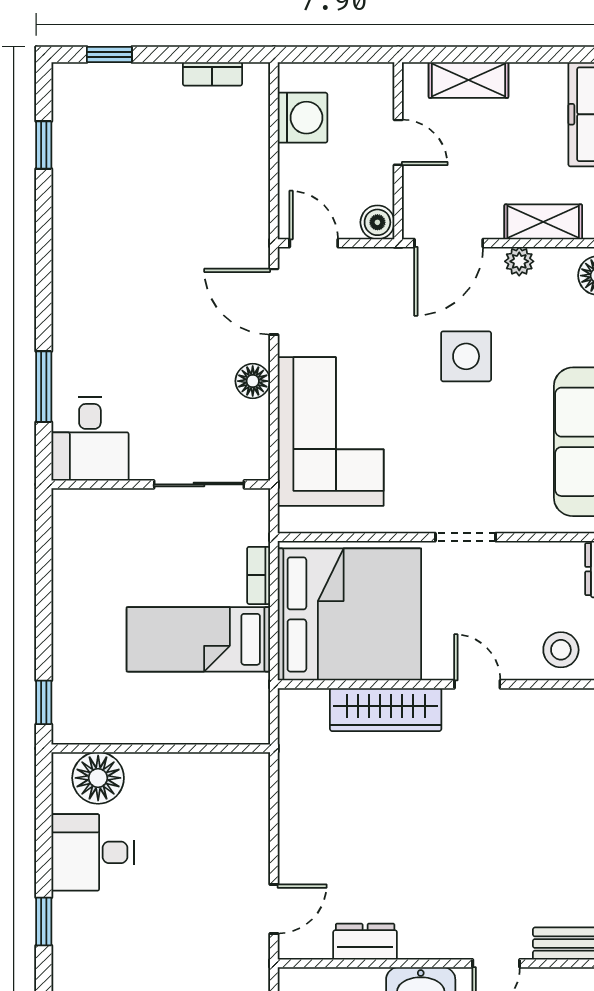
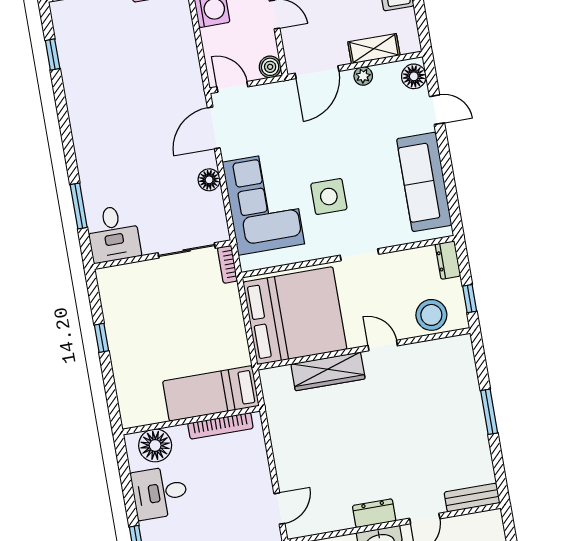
door: (274, 302) -> (214, 128), hinge flipped
side table: (466, 356) -> (329, 197), moved
bookcase: (259, 575) -> (227, 264), moved
bed: (198, 639) -> (211, 393), moved
stool: (561, 650) -> (431, 315), width x1.38, depth x1.38
window: (44, 702) -> (101, 338), moved
bookcase: (205, 765) -> (220, 426), added
dresser: (365, 942) -> (374, 513), moved

